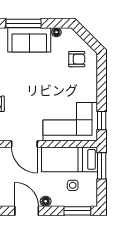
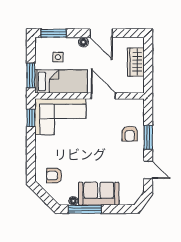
window: (24, 23) -> (85, 209), moved

